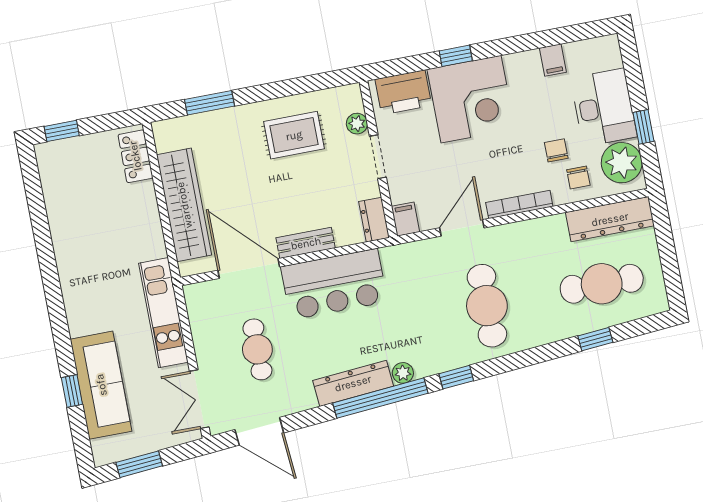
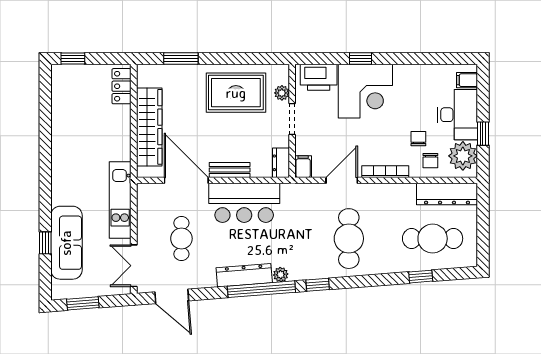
filing cabinet: (553, 60) -> (467, 80), moved, turned 90
rug: (294, 135) -> (236, 93), width x1.36, depth x1.43

